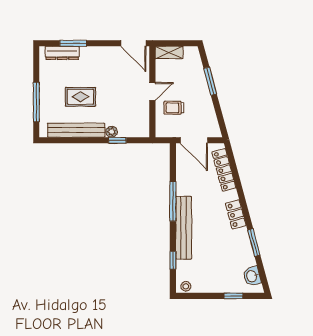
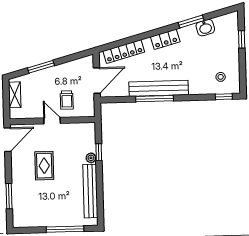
shelving: (169, 52) -> (15, 95), moved
dresser: (62, 53) -> (18, 206), removed
rug: (80, 97) -> (44, 166), moved
bench: (184, 228) -> (159, 88), moved
window: (173, 260) -> (224, 97), moved
washbasin: (252, 276) -> (205, 28), moved
stool: (186, 286) -> (221, 77), moved

